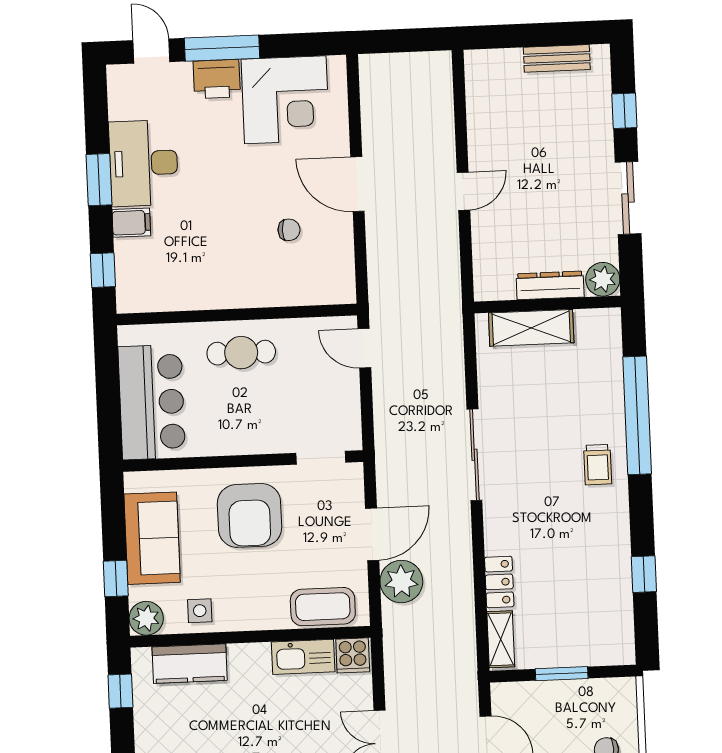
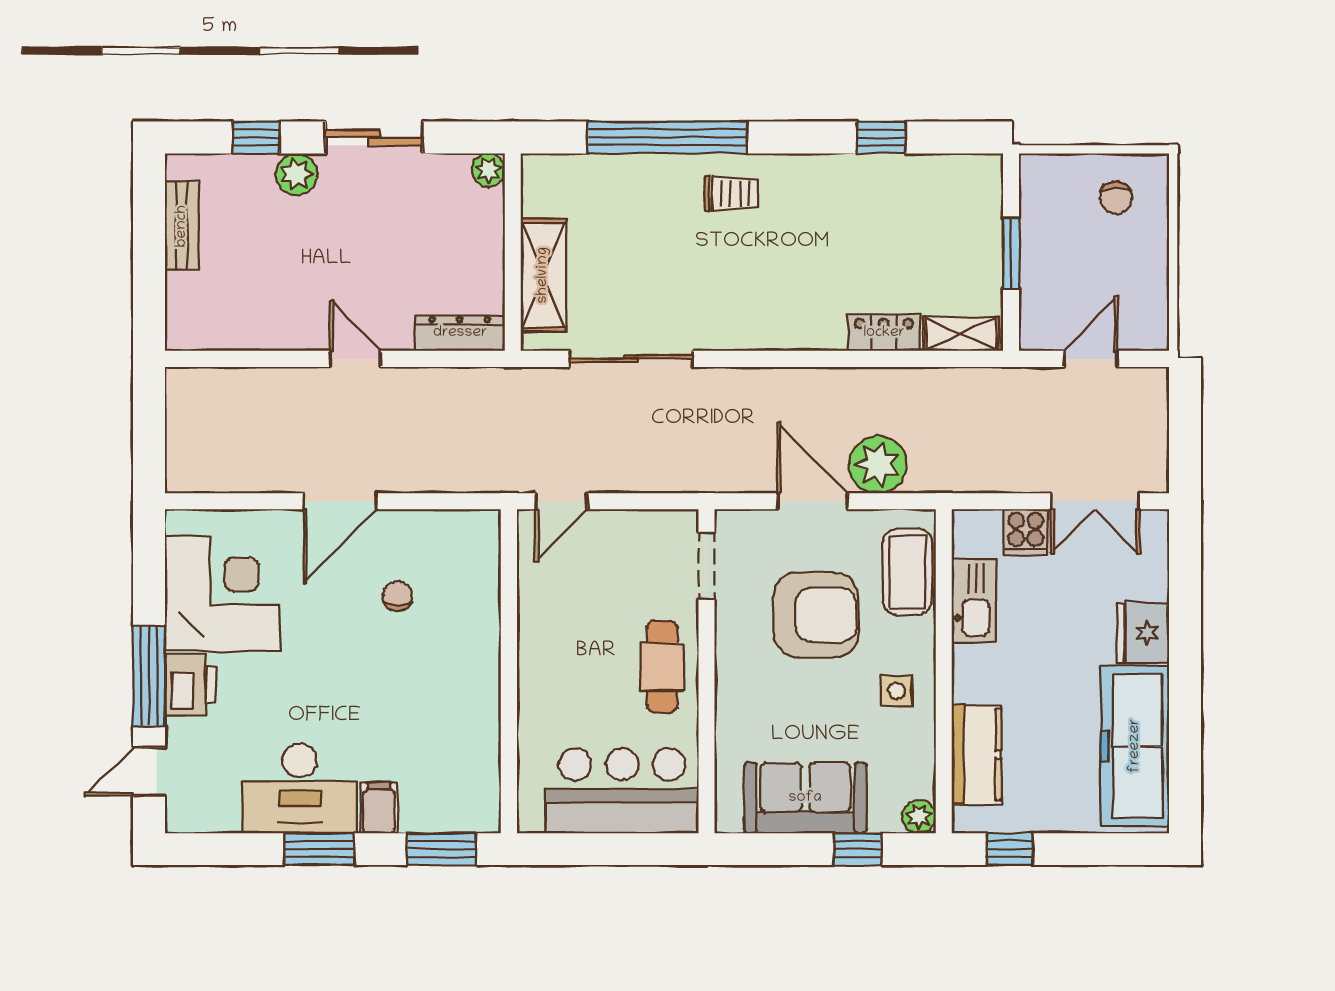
plant: (598, 142) -> (296, 174), added
window: (103, 270) -> (441, 849), width x1.50
plant: (603, 279) -> (488, 170), width x0.73, depth x0.73
dresser: (550, 285) -> (460, 333), moved, turned 90
cafe table: (241, 353) -> (662, 667), moved
sliding door: (474, 455) -> (631, 359), moved
armchair: (249, 515) -> (816, 615), moved
side table: (200, 611) -> (897, 691), moved
plant: (146, 618) -> (919, 817), width x0.73, depth x0.73
cooker: (353, 655) -> (1026, 532), moved, turned 90

